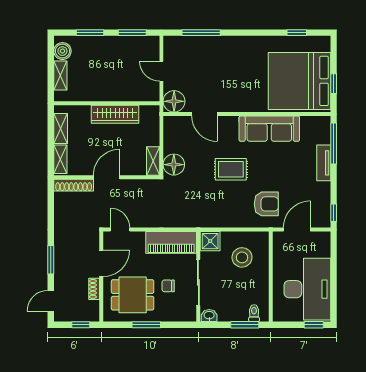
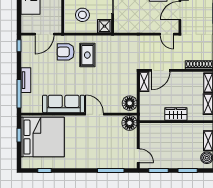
door: (161, 71) -> (138, 156), moved
wardrobe: (115, 114) -> (176, 114), width x0.67
door: (204, 114) -> (95, 114), moved
floor lamp: (174, 165) -> (130, 103), moved
rug: (231, 169) -> (87, 55), moved, turned 90
door: (107, 177) -> (161, 70), moved
piano: (171, 242) -> (132, 25), removed

